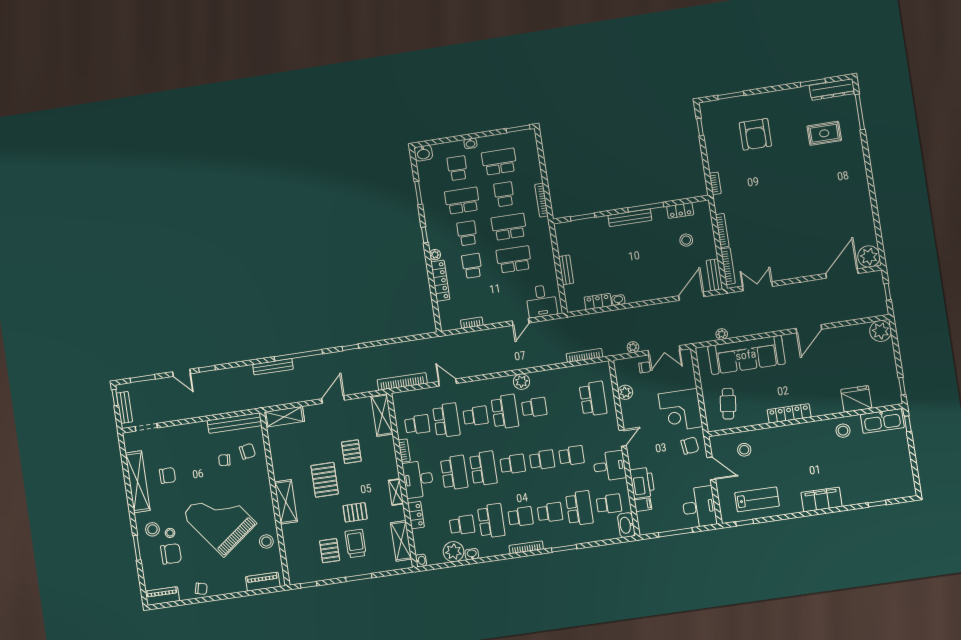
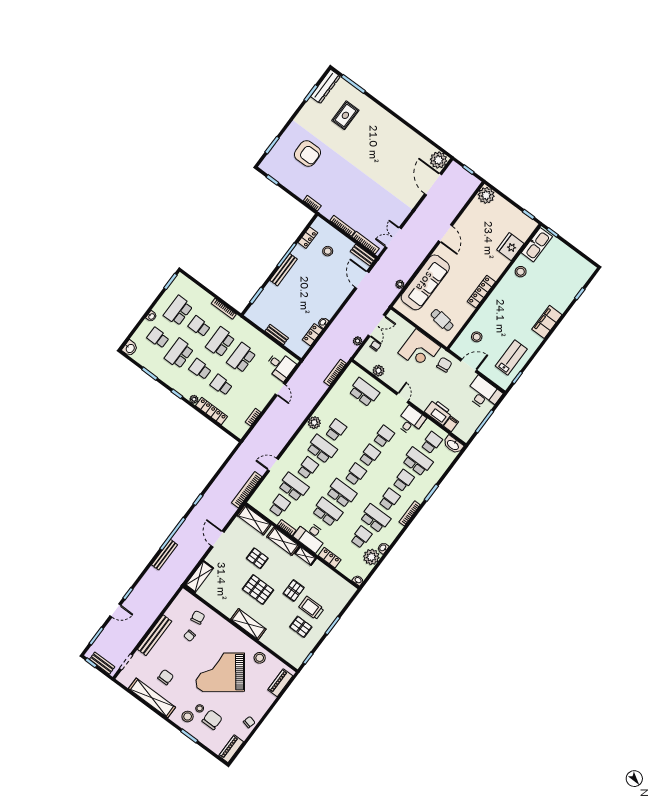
bench: (235, 423) -> (155, 635), moved
shelving: (401, 541) -> (283, 541), moved

